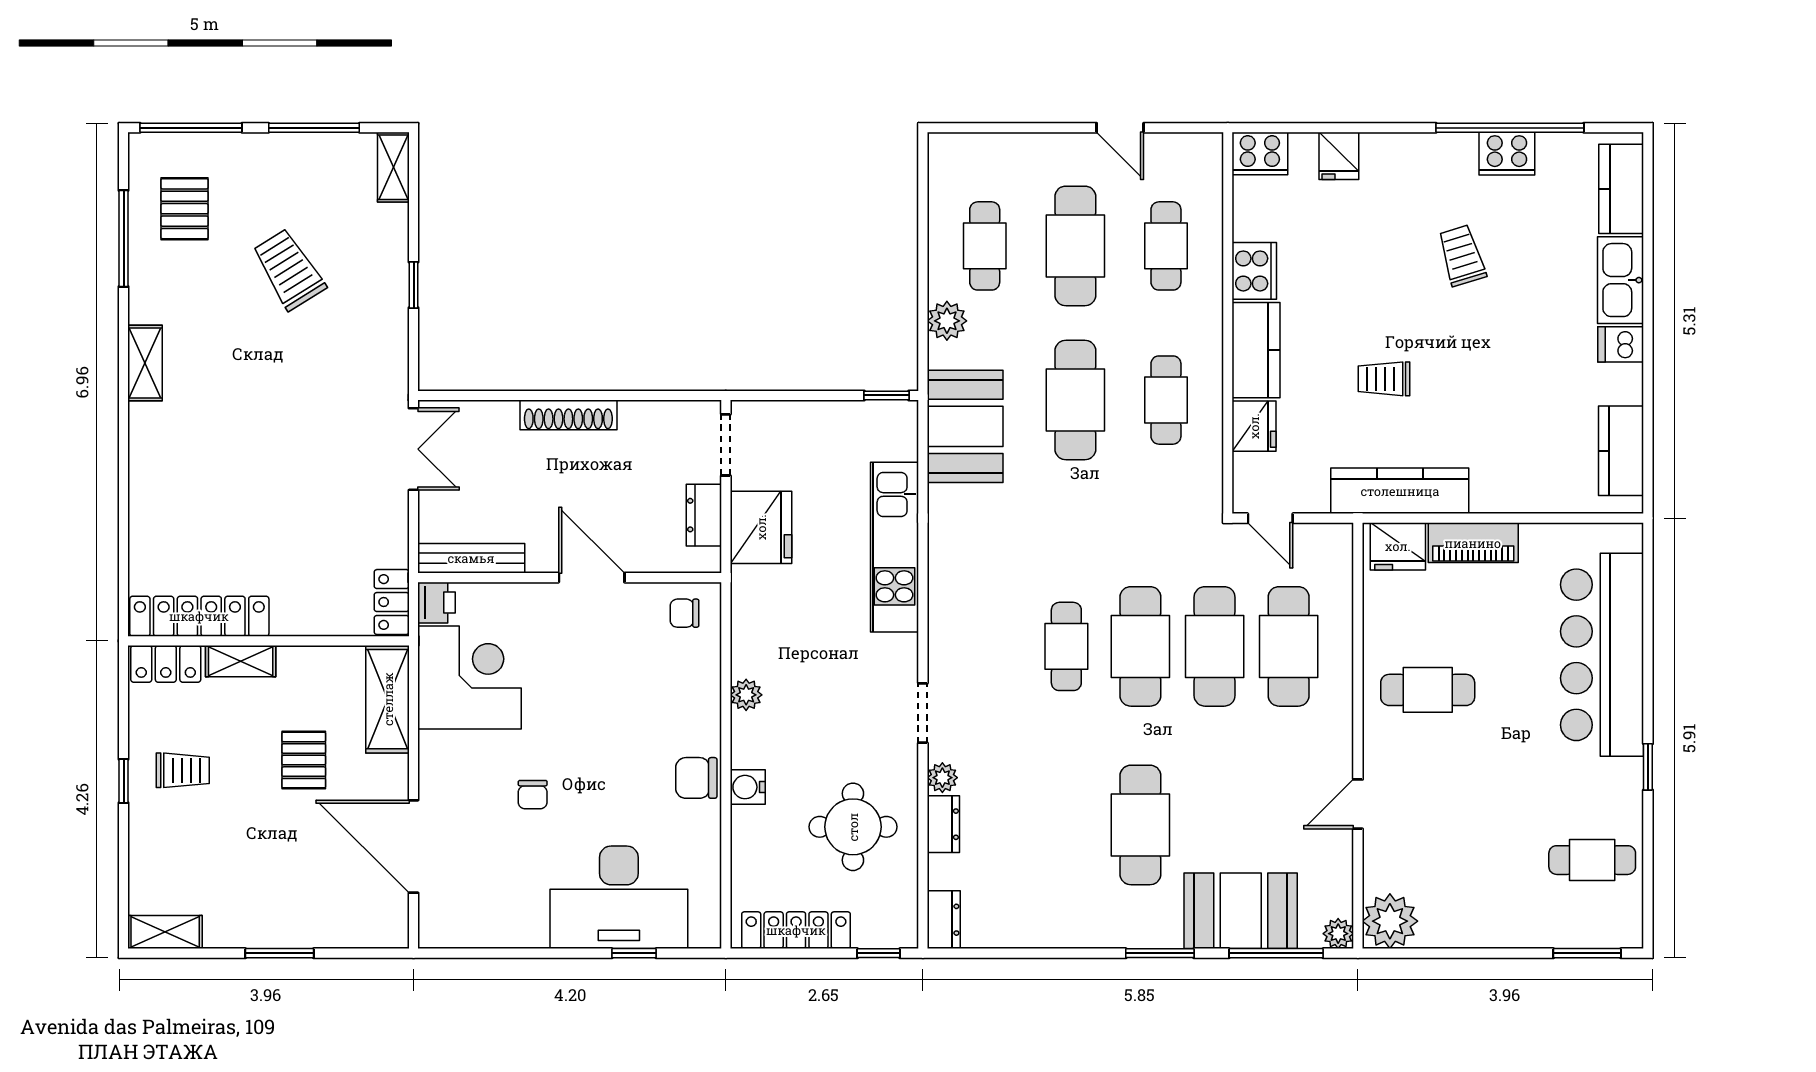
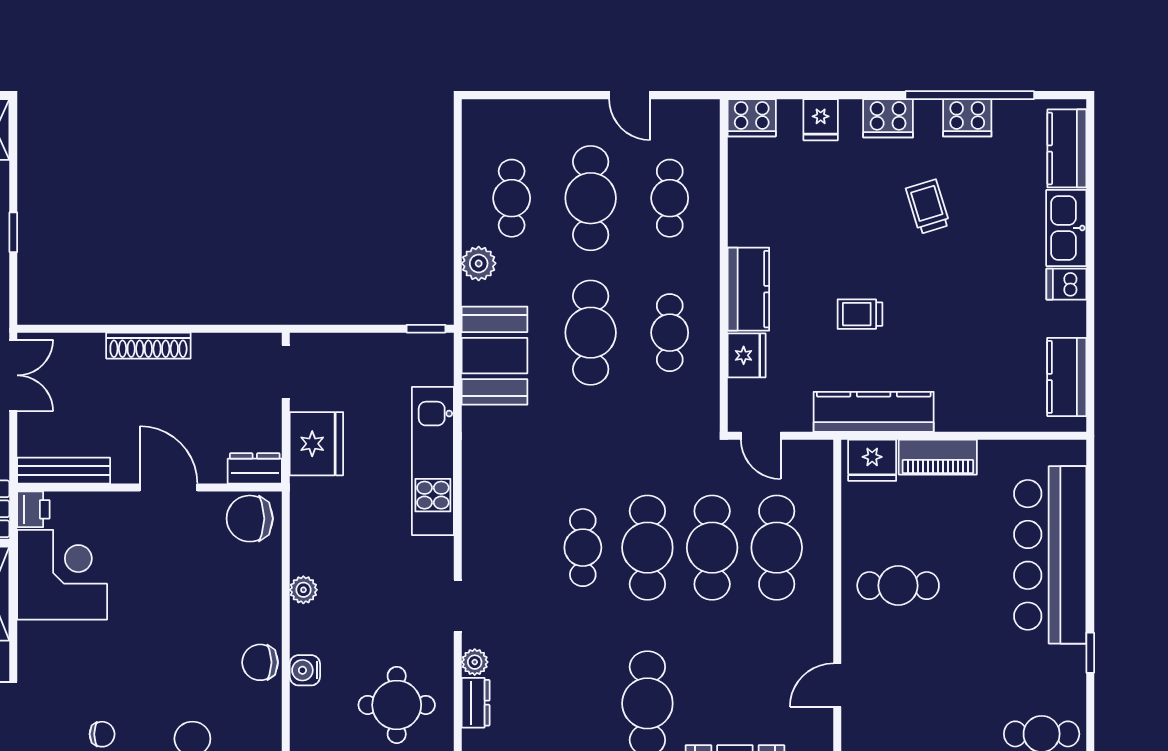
cooker: (1254, 271) -> (888, 118), moved, turned 90
dresser: (704, 515) -> (255, 468), moved, turned 90
chair: (684, 613) -> (250, 519), width x1.87, depth x1.87
chair: (533, 795) -> (102, 734), moved, turned -90

